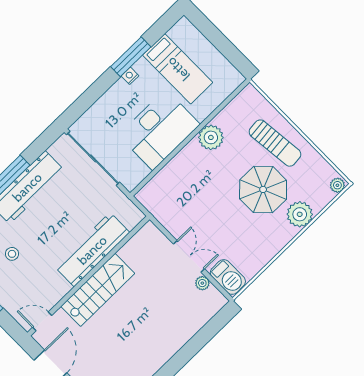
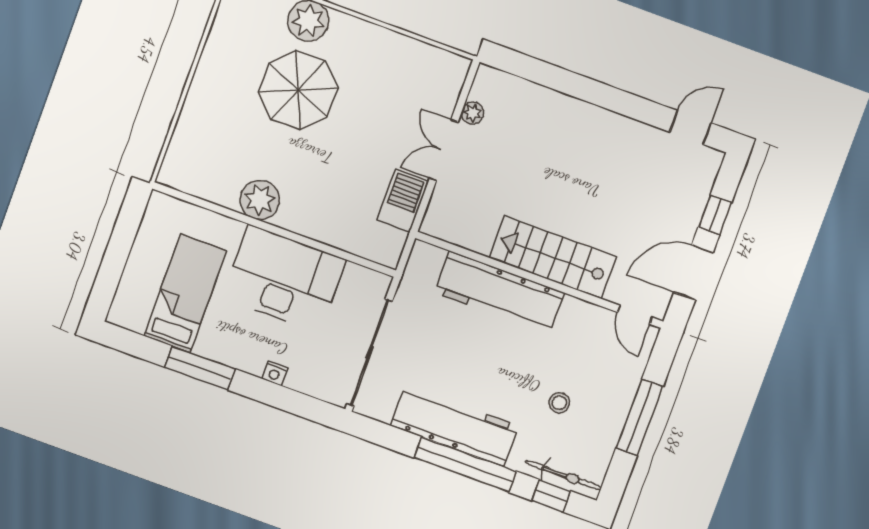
nightstand: (130, 76) -> (275, 373), moved
sun lounger: (275, 143) -> (224, 105), removed
barbecue: (228, 277) -> (403, 201), moved

